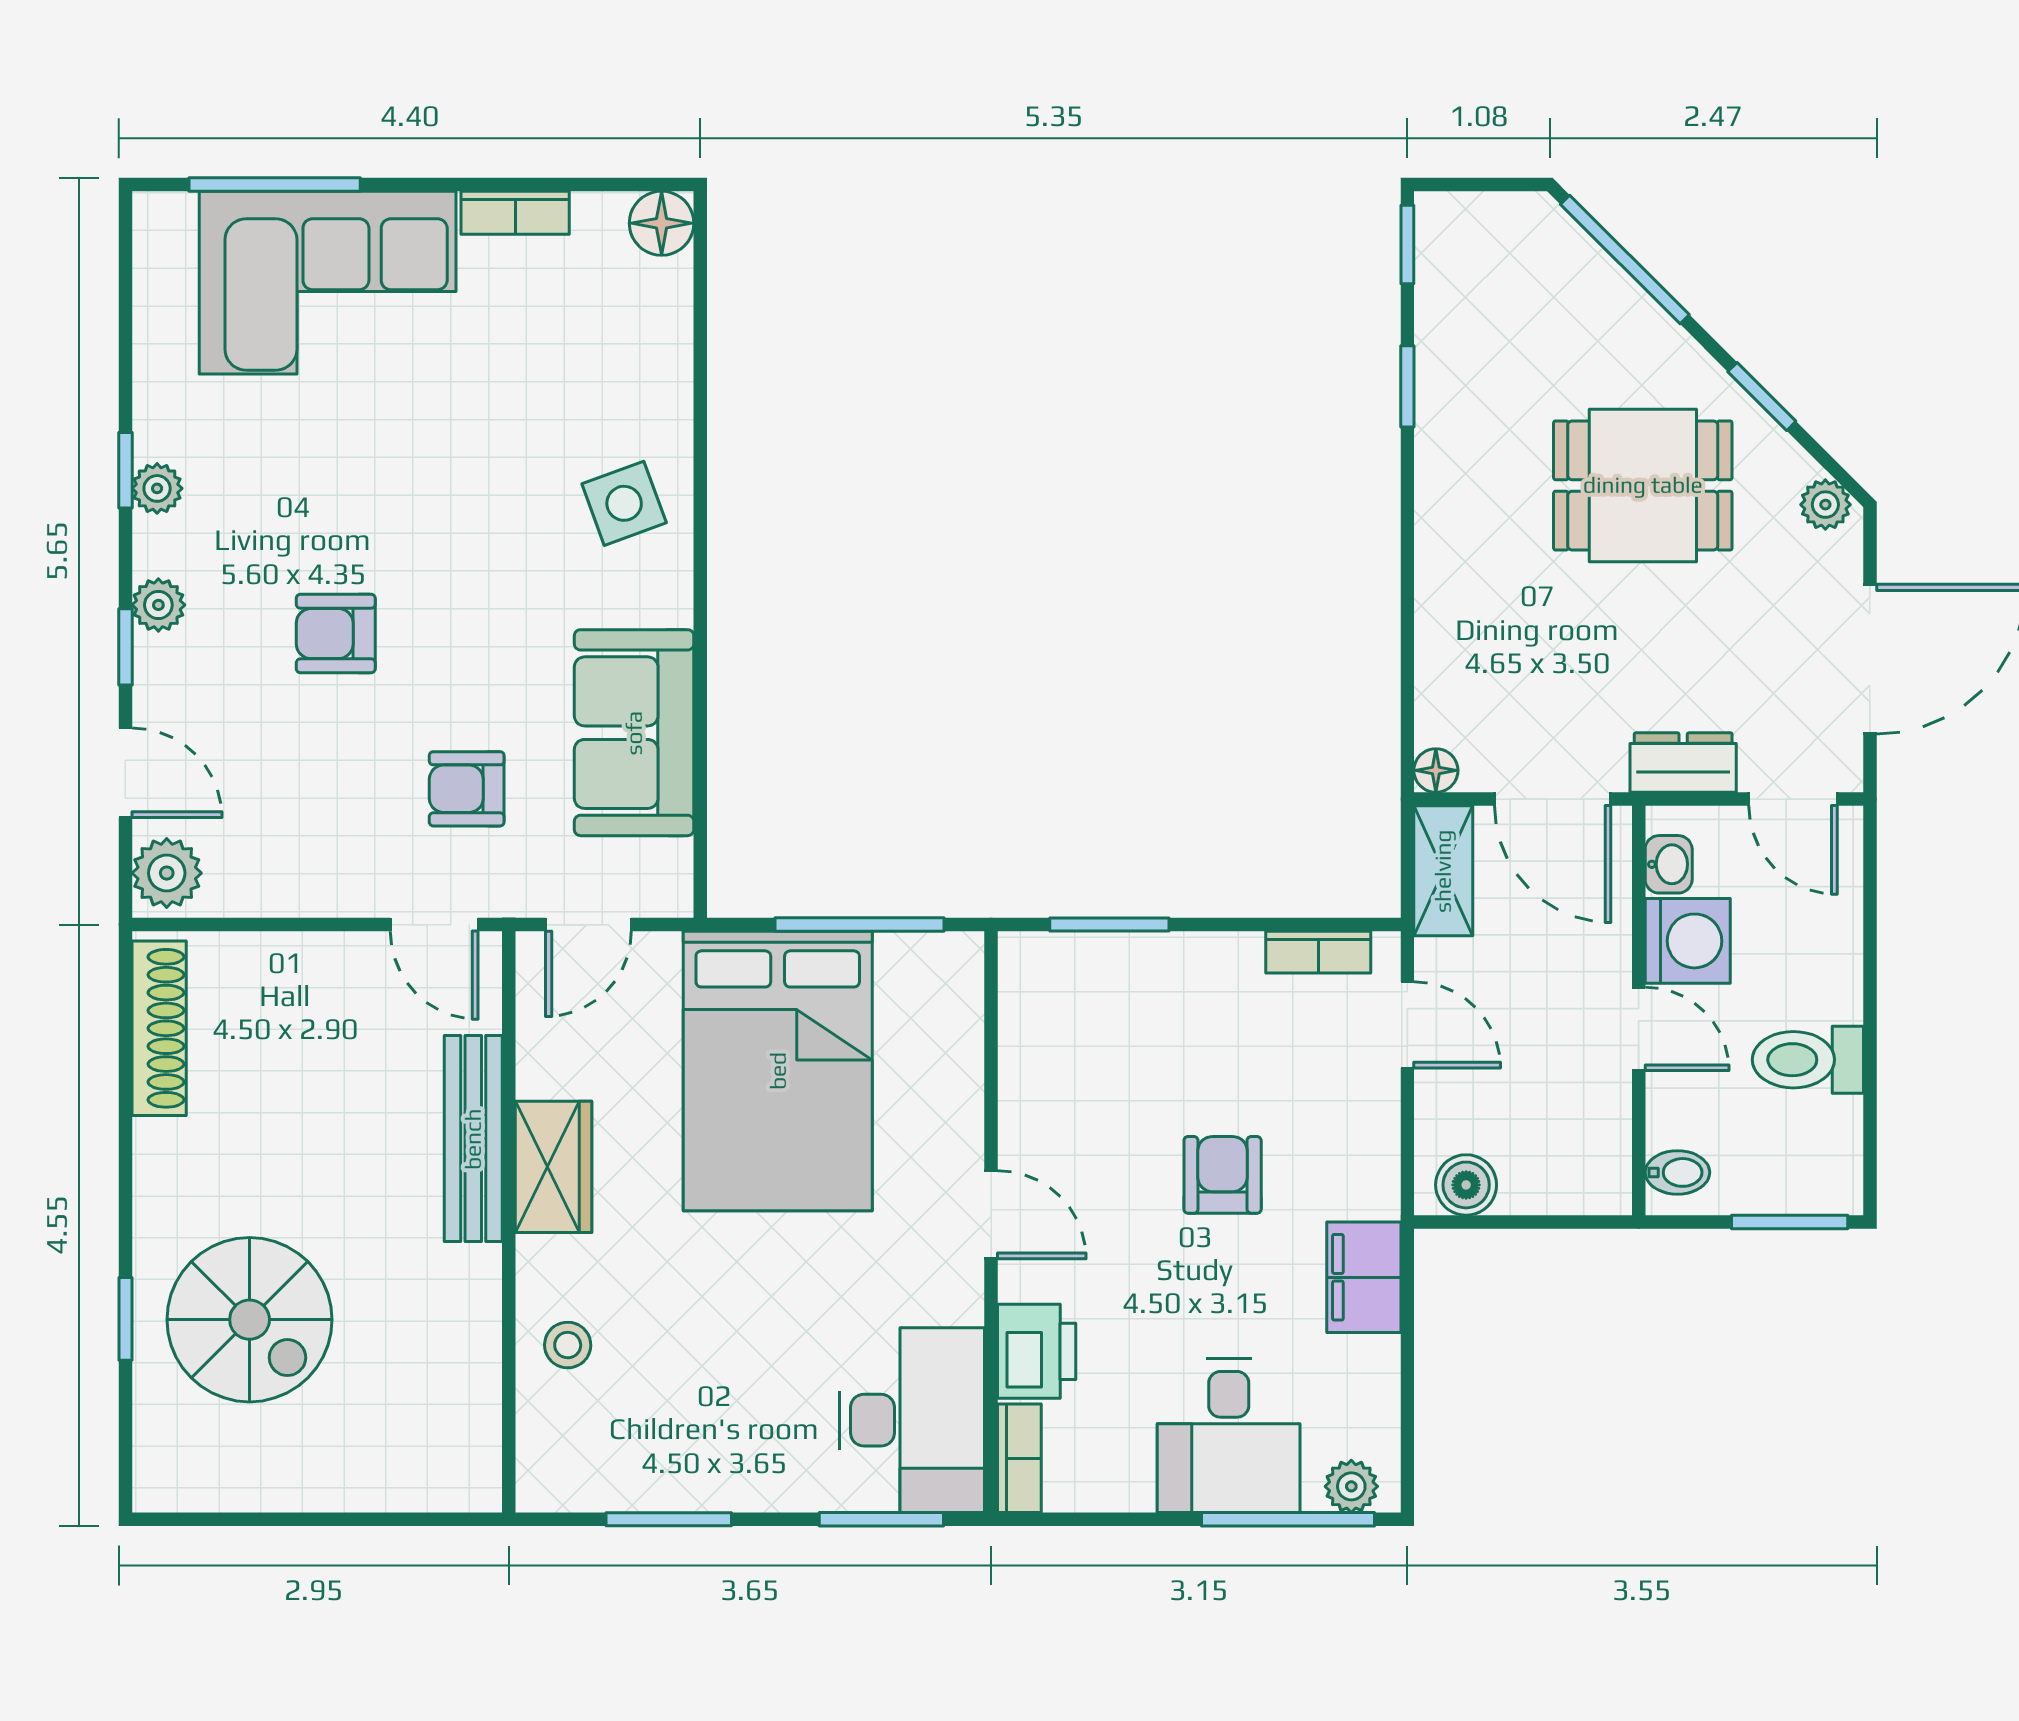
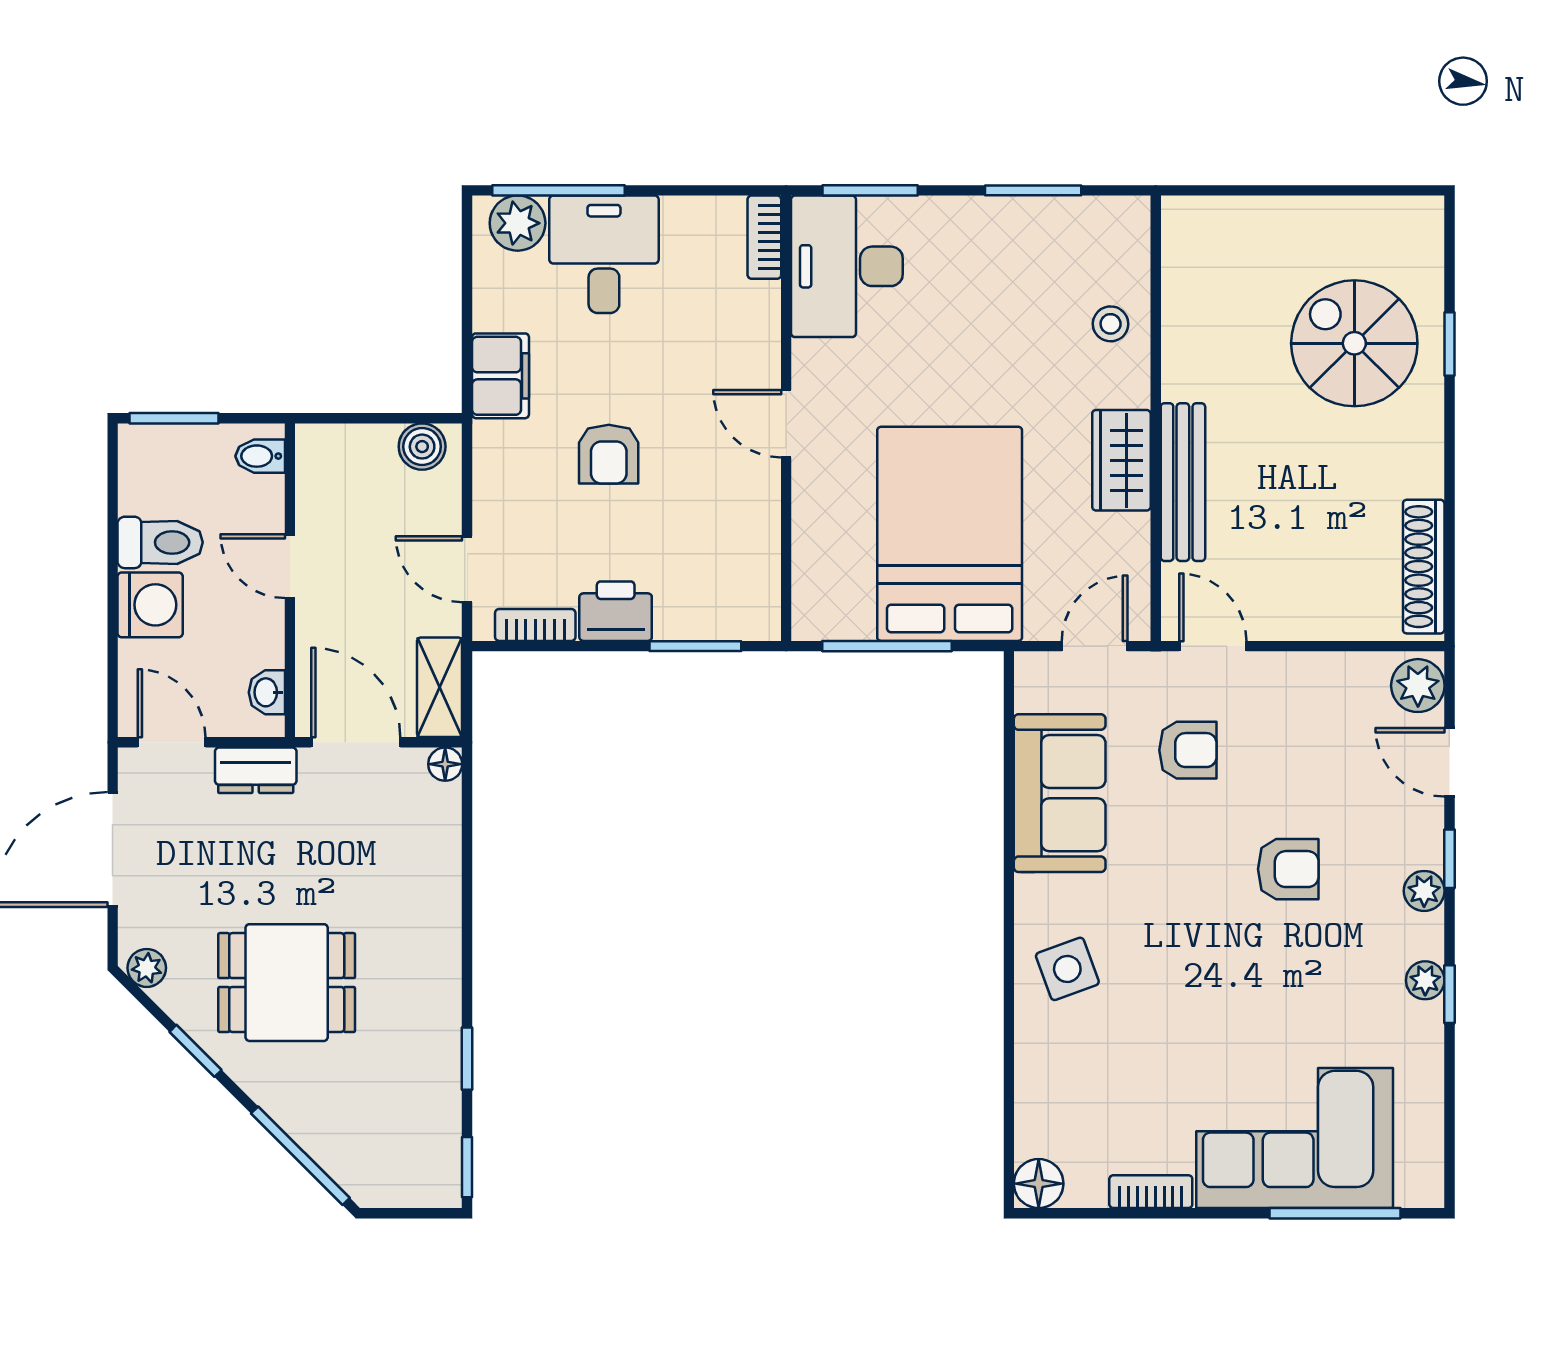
washing machine: (1688, 941) -> (150, 605), moved, turned 180
printer: (1037, 1351) -> (616, 611), moved, turned 90
plant: (1351, 1486) -> (518, 223), width x1.38, depth x1.38

